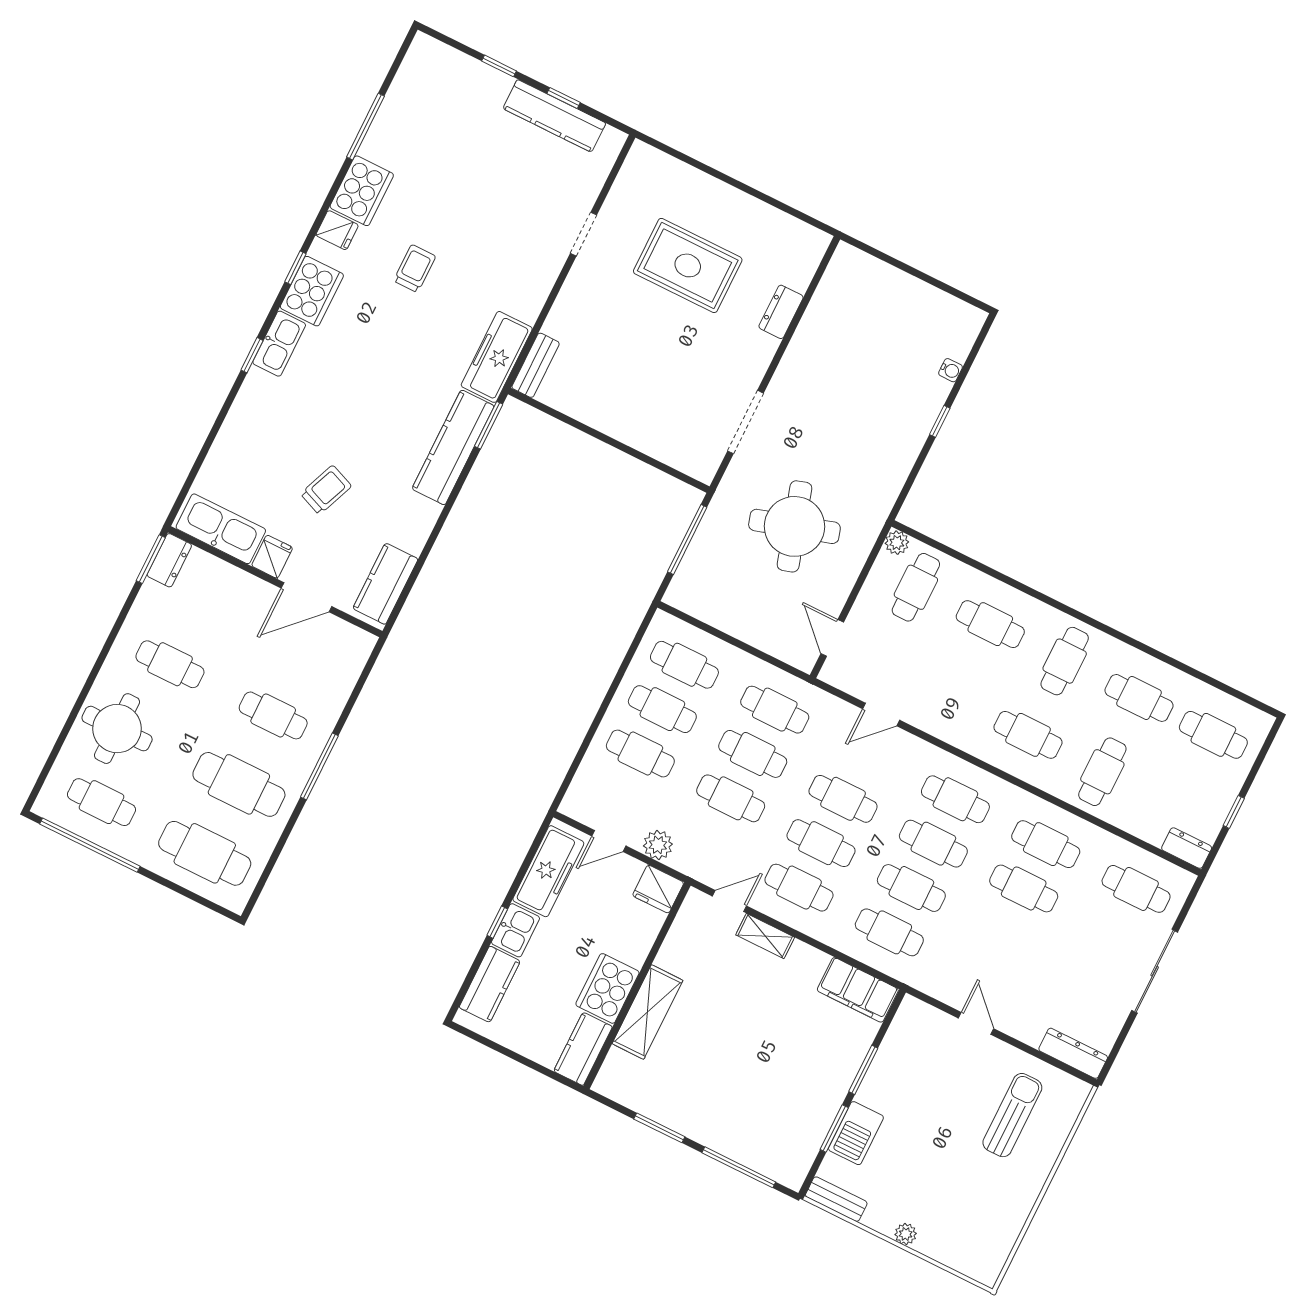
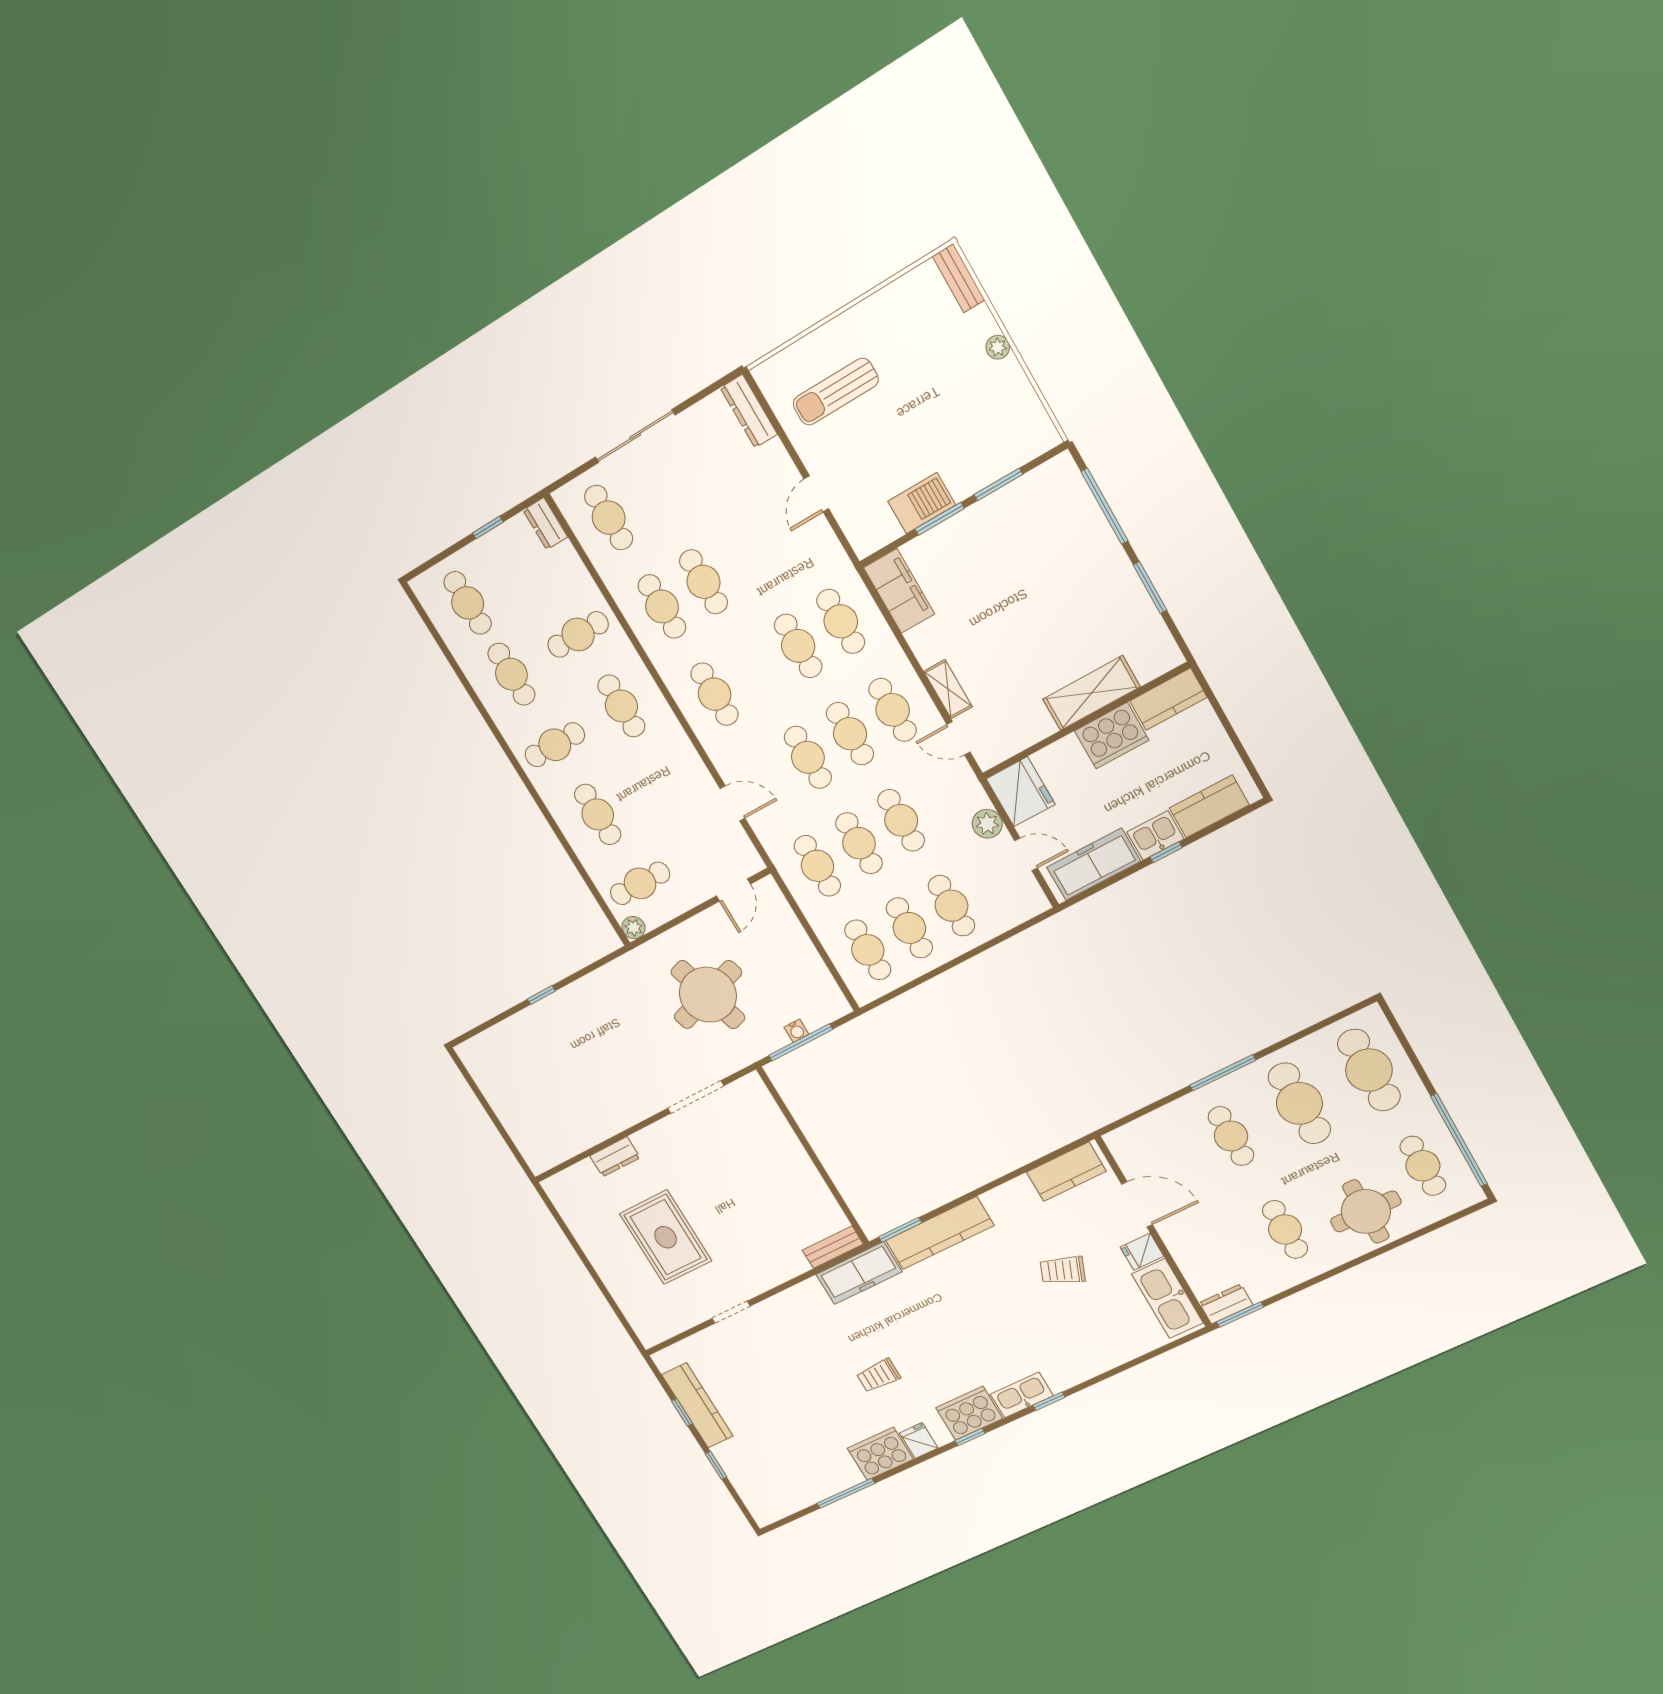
water cooler: (951, 370) -> (796, 1031), moved, turned 180
cafe table: (933, 844) -> (756, 670), removed
fridge: (658, 889) -> (1021, 792), width x1.36, depth x1.34
barbecue: (856, 1133) -> (922, 503), moved
bench: (836, 1199) -> (959, 278), moved

